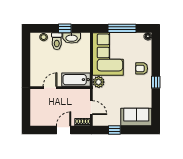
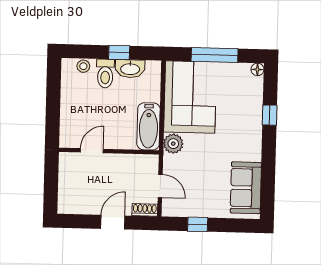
armchair: (142, 68) -> (246, 123), removed
bathtub: (76, 80) -> (149, 126), moved, turned -90
window: (156, 82) -> (270, 115), moved
sofa: (136, 117) -> (246, 188), moved, turned -90

